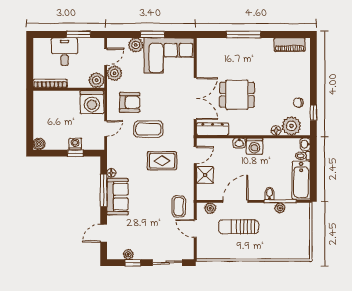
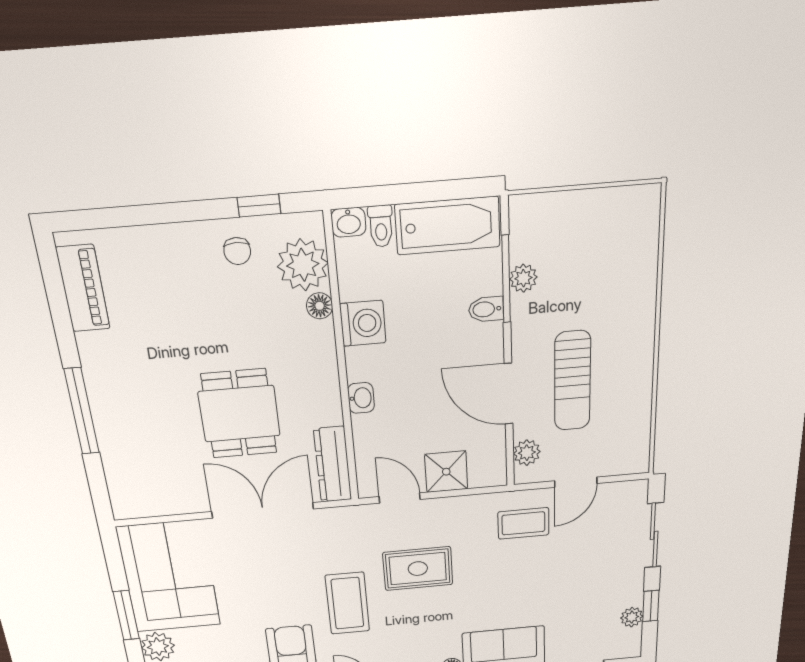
washing machine: (254, 146) -> (363, 323), moved
rug: (162, 161) -> (418, 569), turned 90

